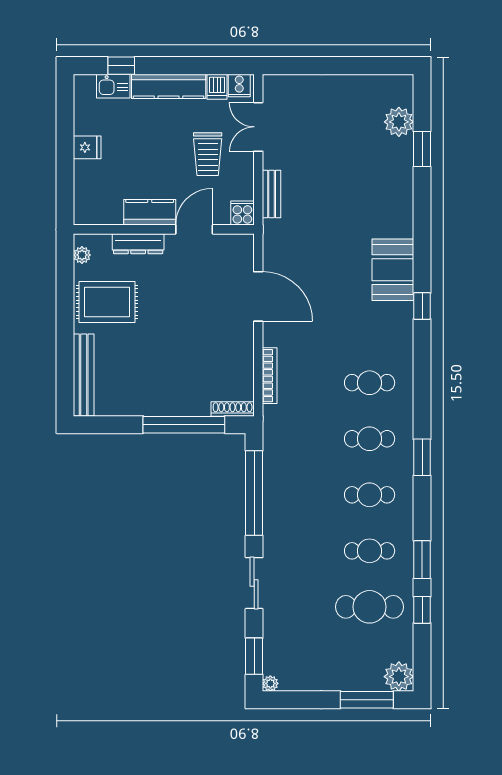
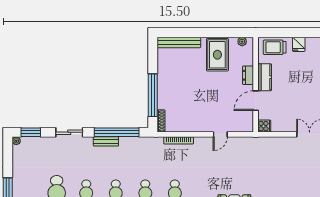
trolley: (208, 154) -> (275, 47), moved
bench: (272, 194) -> (106, 141), moved
door: (194, 229) -> (256, 101), swing flipped
dresser: (138, 244) -> (248, 75), width x0.70
door: (258, 296) -> (220, 134), width x0.53

